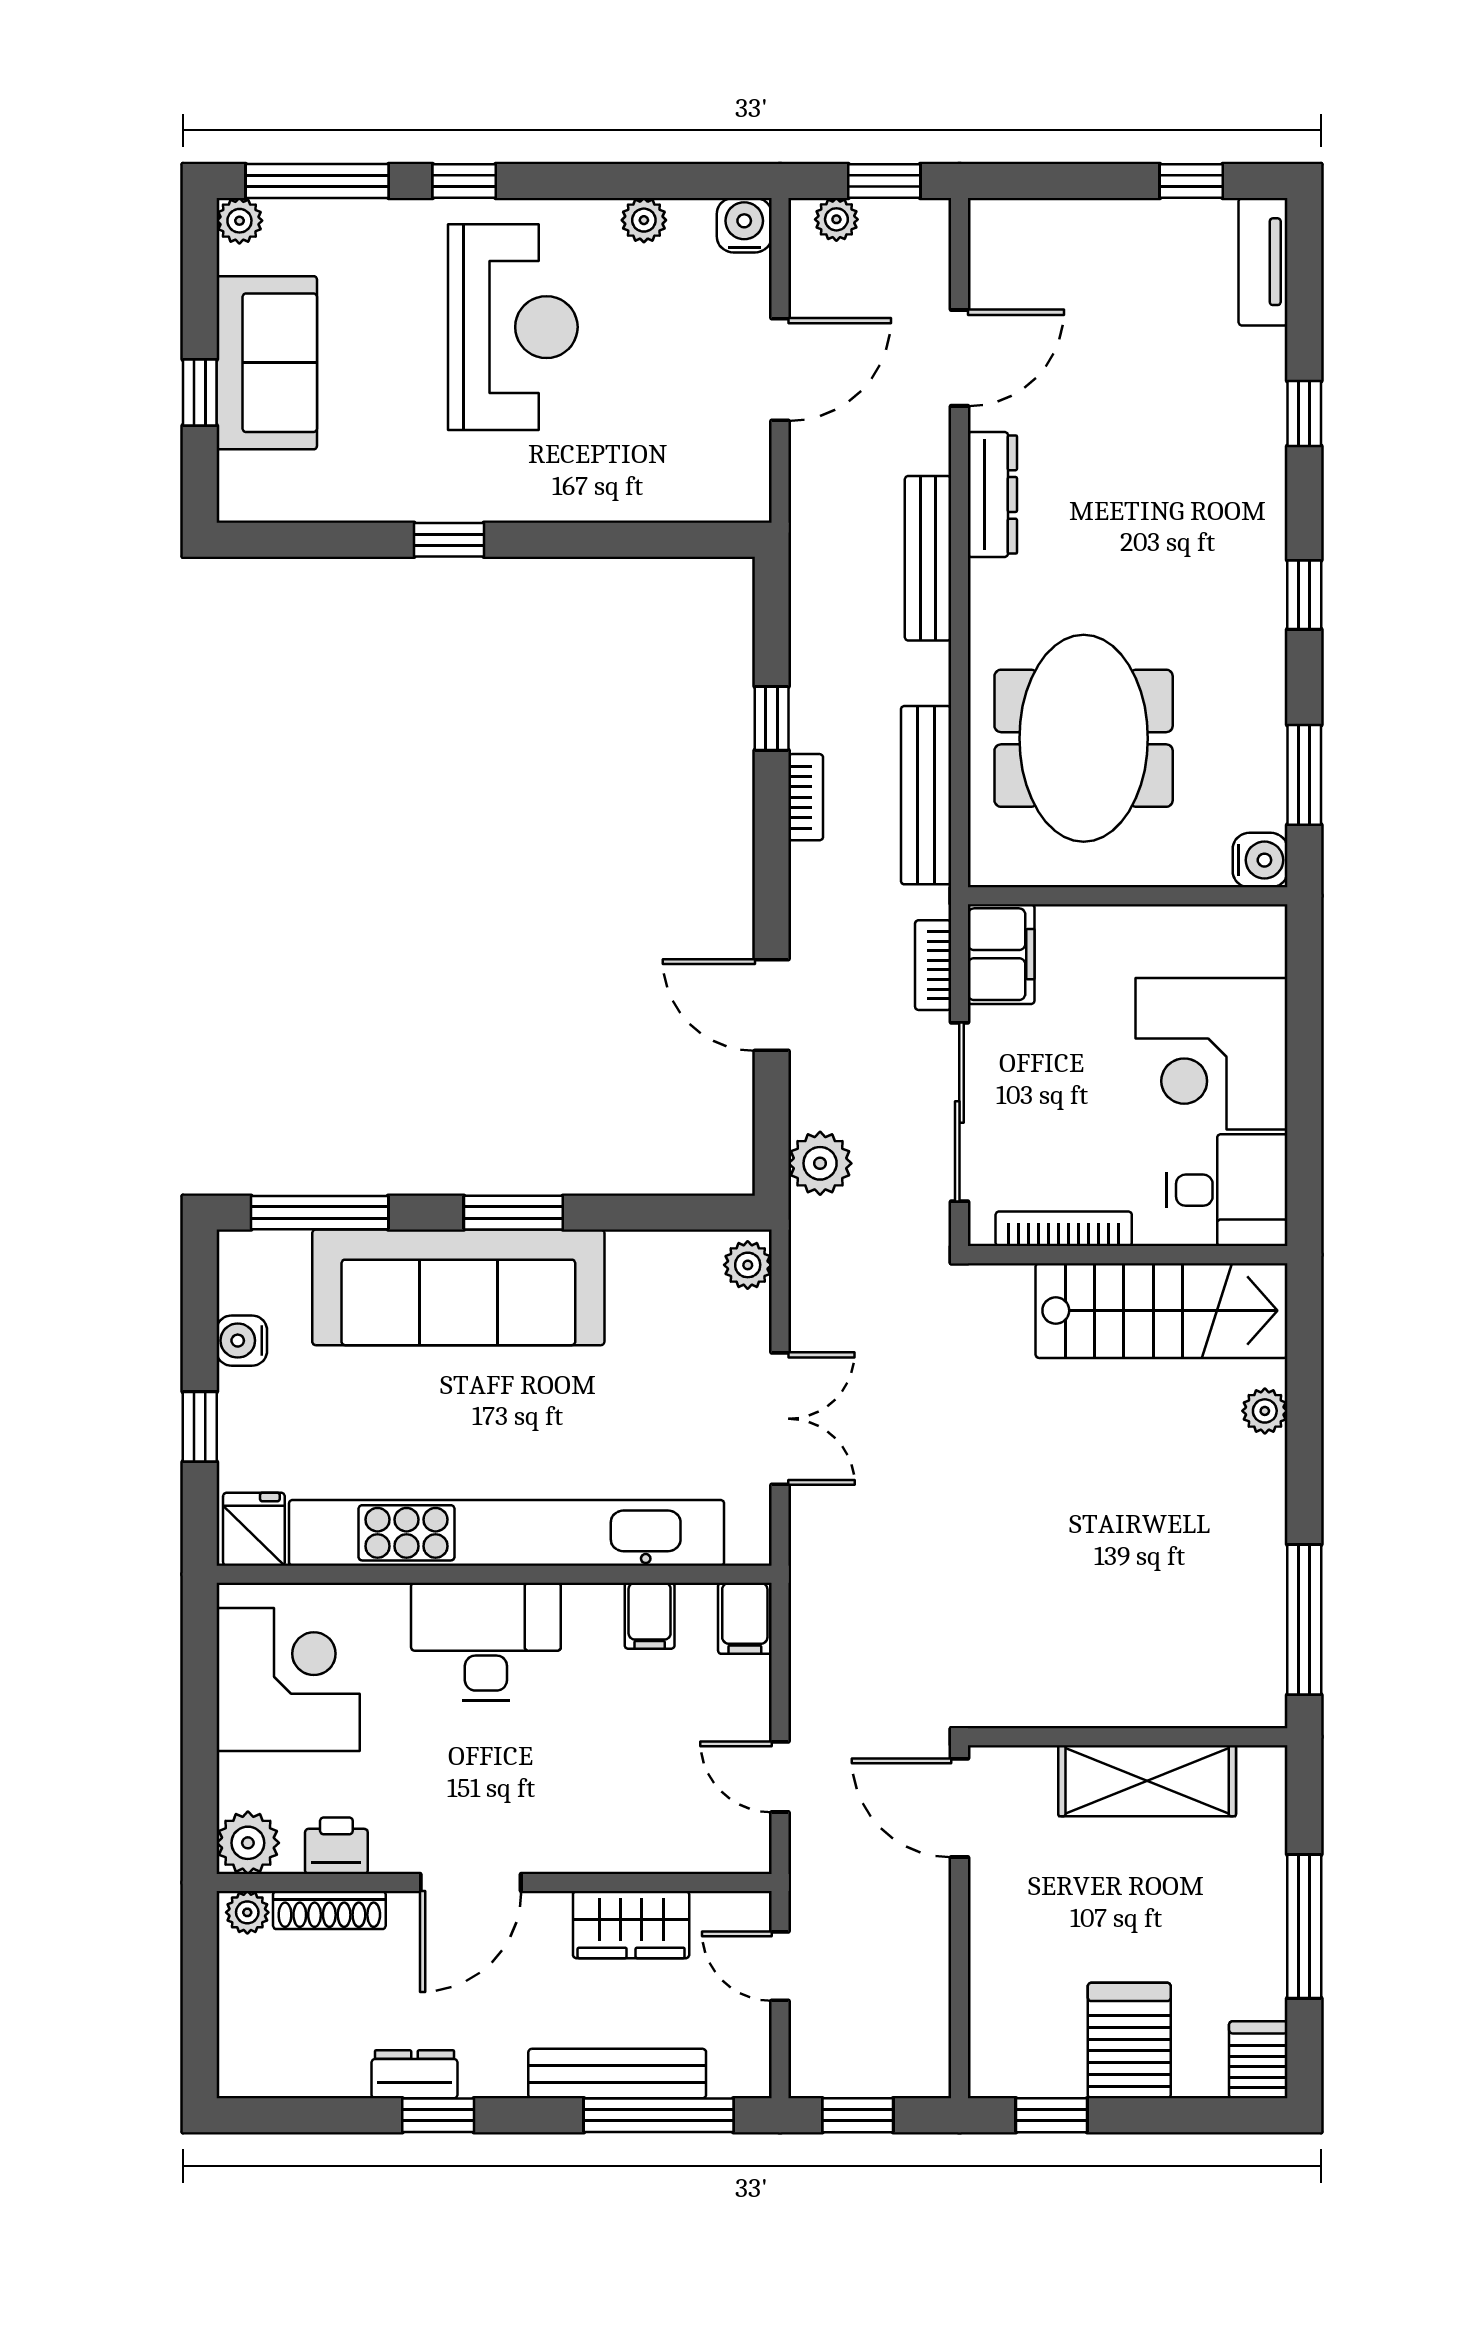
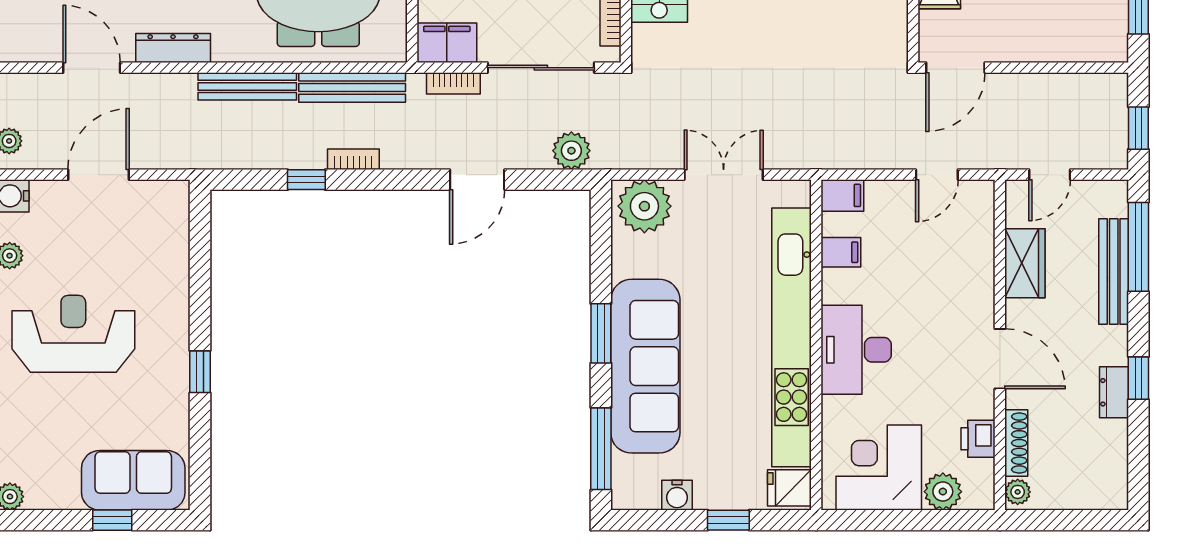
sofa: (267, 363) -> (133, 480), moved
door: (780, 369) -> (99, 175), hinge flipped
bench: (928, 558) -> (247, 86), moved
plant: (748, 1265) -> (644, 206), width x1.88, depth x1.88
plant: (248, 1843) -> (943, 492), moved

